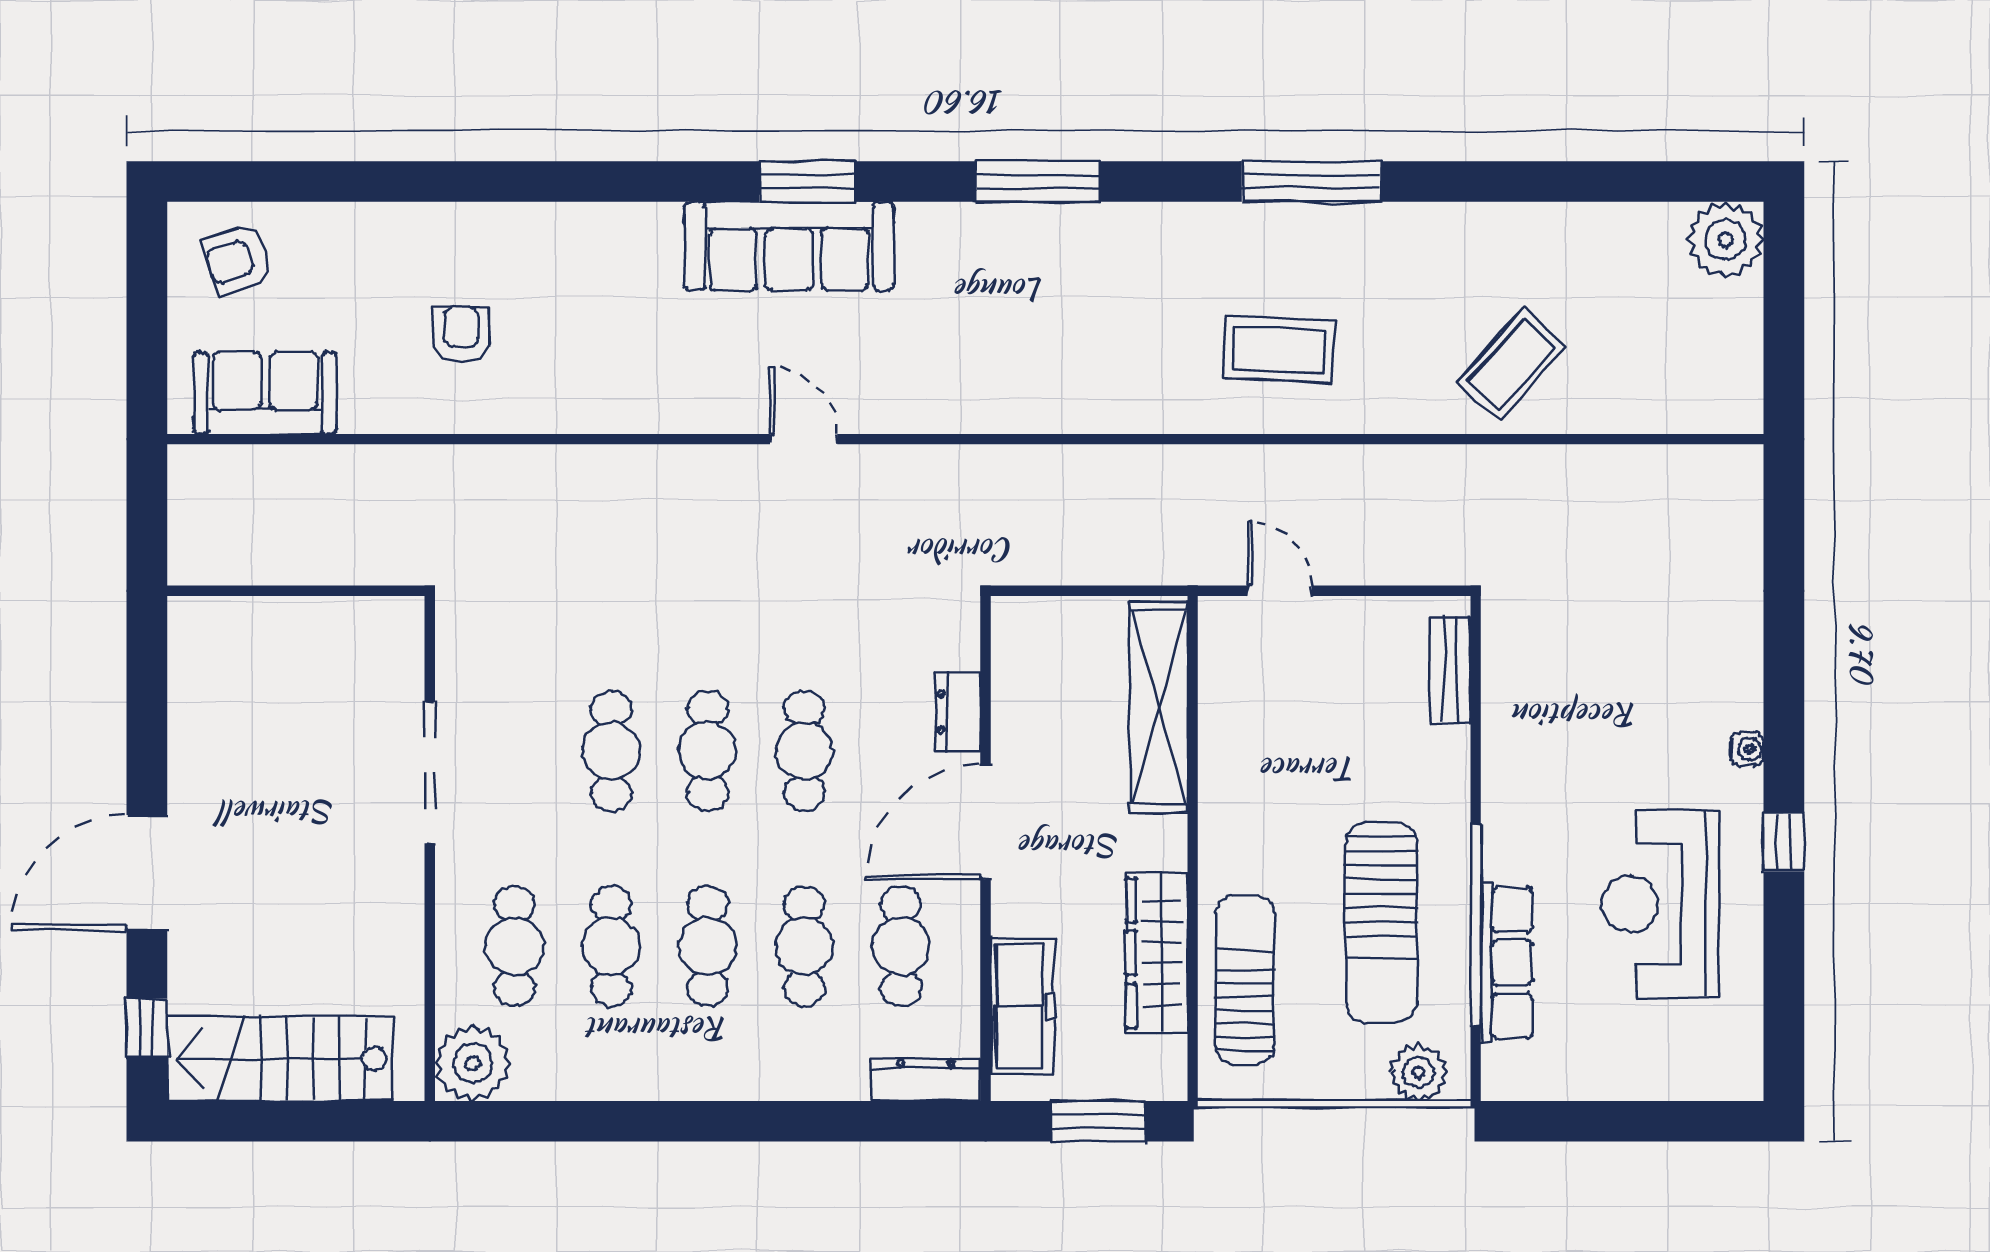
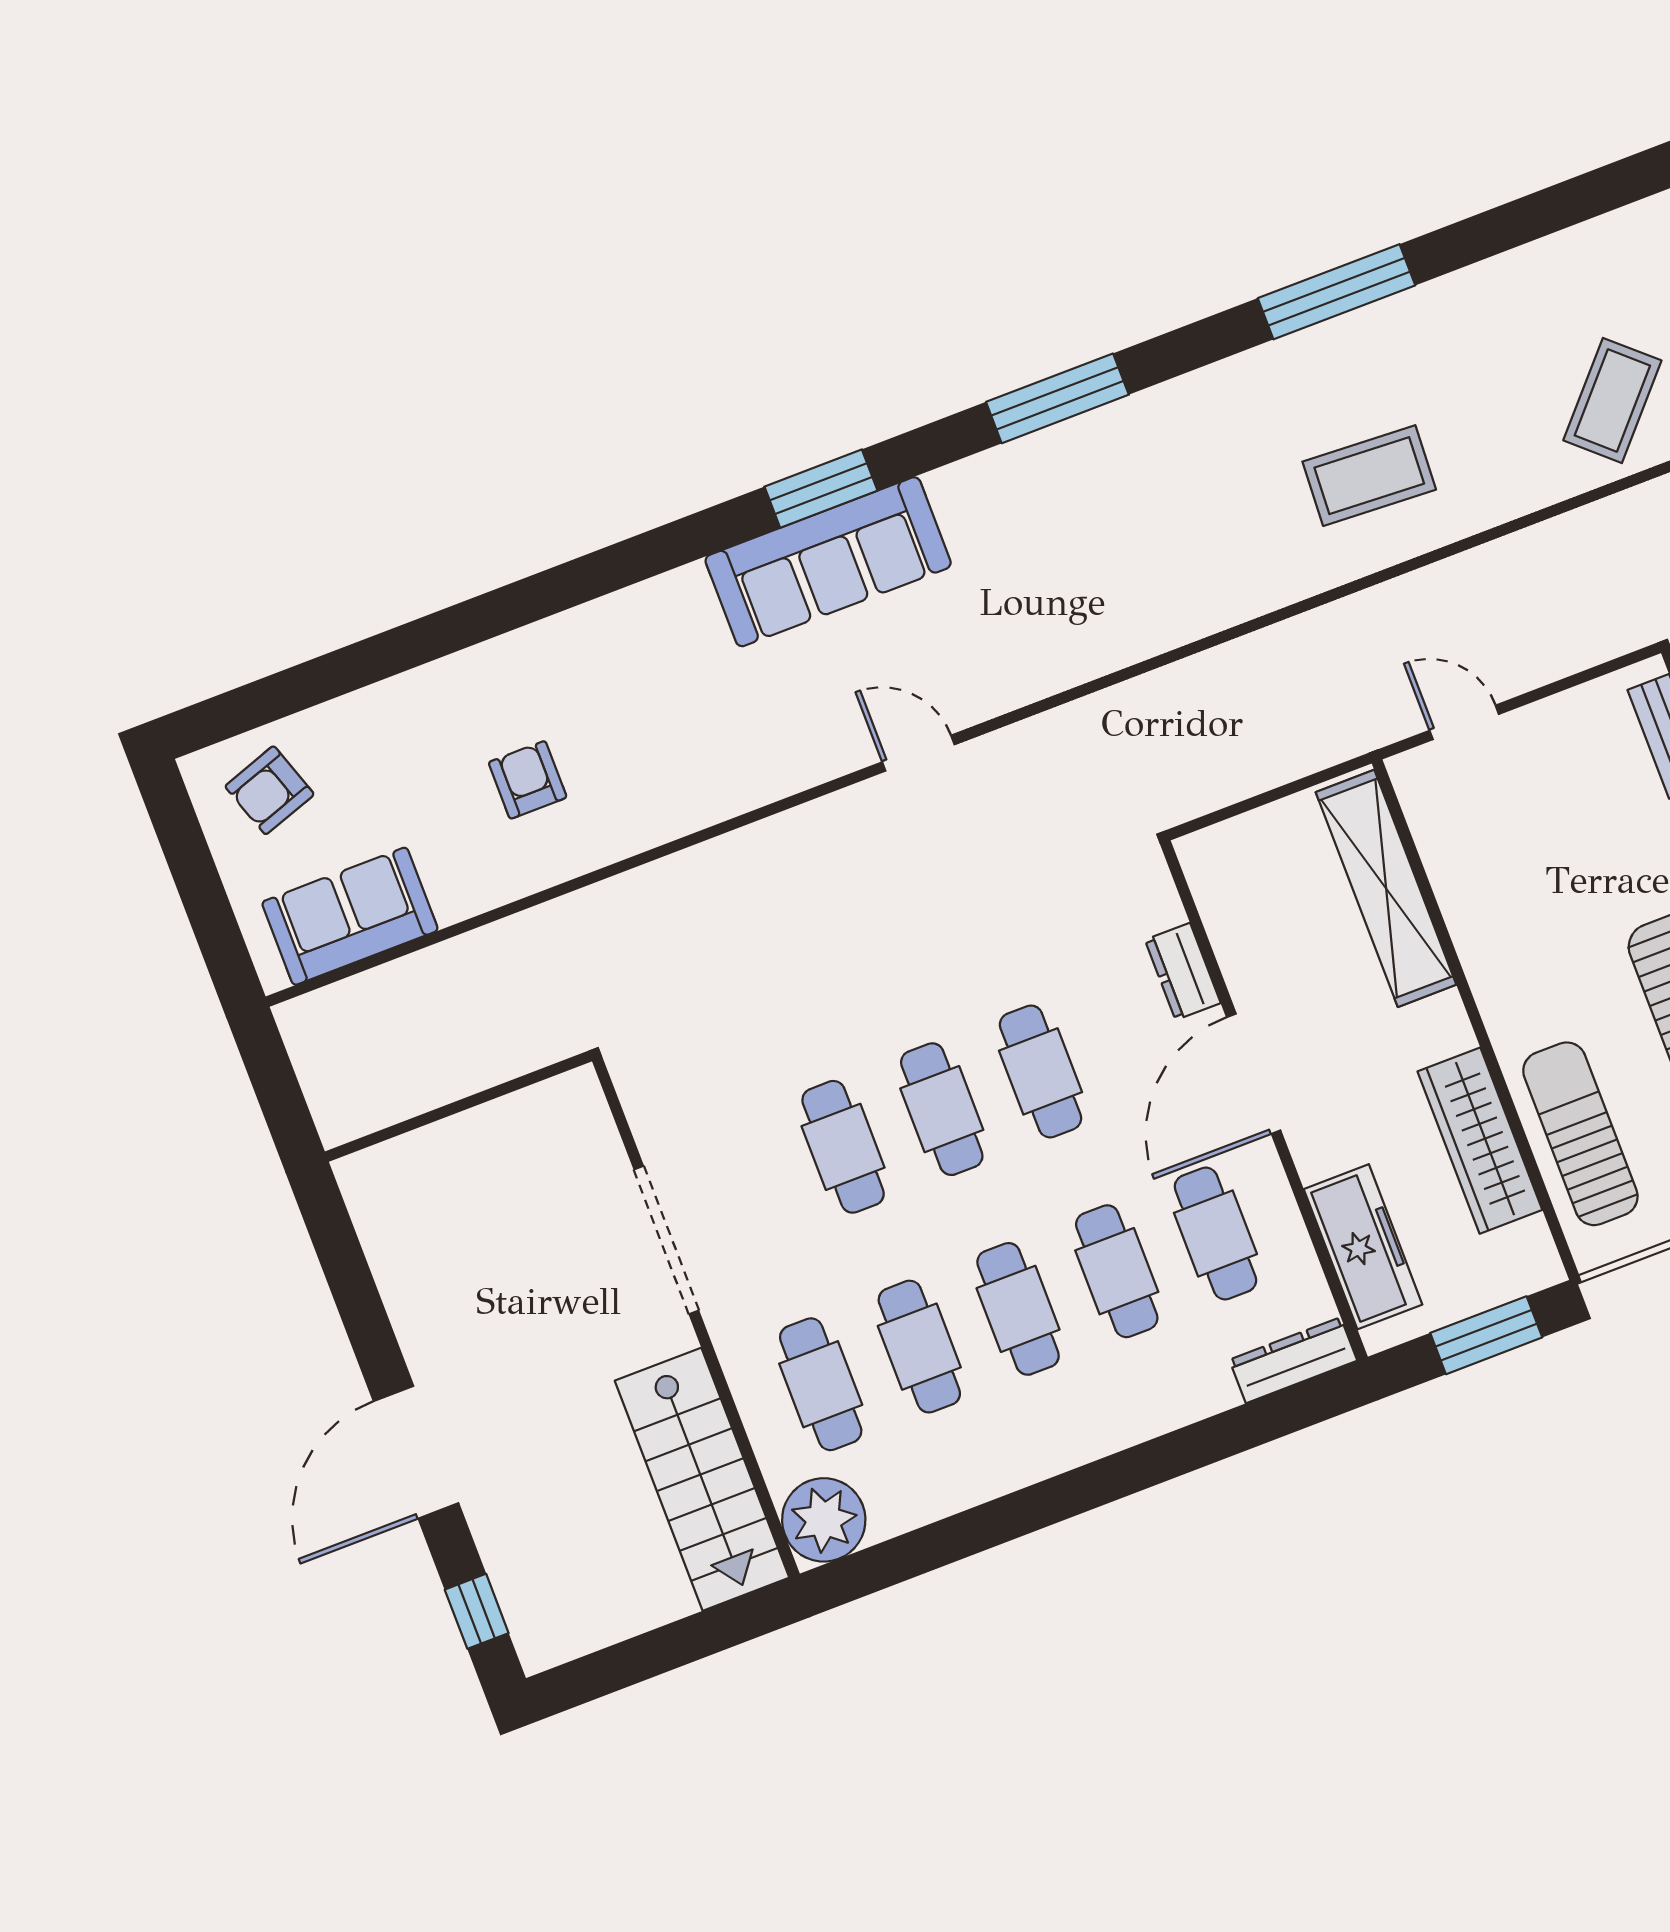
stairs: (280, 1059) -> (702, 1479), moved, turned -90

